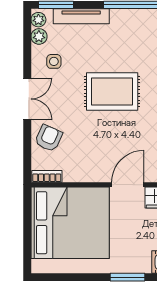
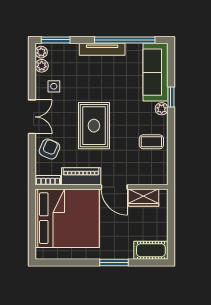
tv unit: (81, 16) -> (102, 49), moved
rug: (112, 92) -> (94, 126), moved, turned 90
piano: (87, 172) -> (81, 176), added
door: (128, 185) -> (114, 187), swing flipped

